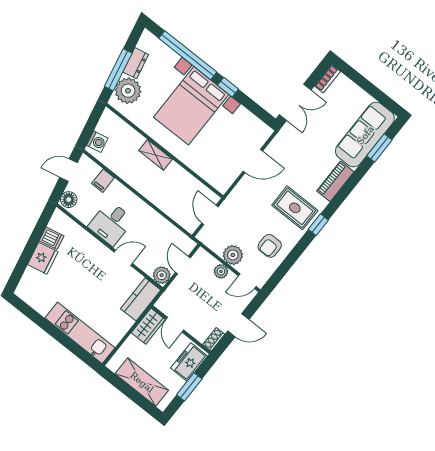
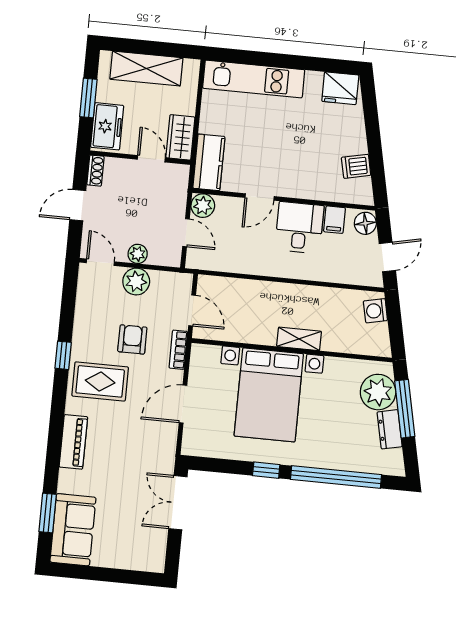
bookcase: (327, 79) -> (178, 350), moved
bed with nightstands: (191, 106) -> (269, 395), moved, turned 180
sofa: (365, 135) -> (73, 530), width x0.73
filing cabinet: (103, 181) -> (334, 220), moved, turned 180
window: (318, 225) -> (63, 355), moved
armchair: (270, 246) -> (132, 339), moved
fridge: (43, 258) -> (340, 88), moved, turned -78
door: (247, 281) -> (100, 262), hinge flipped

